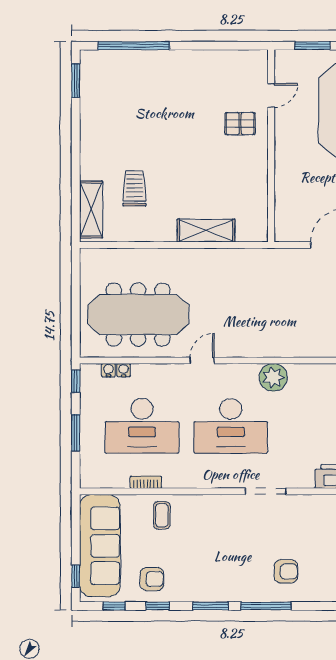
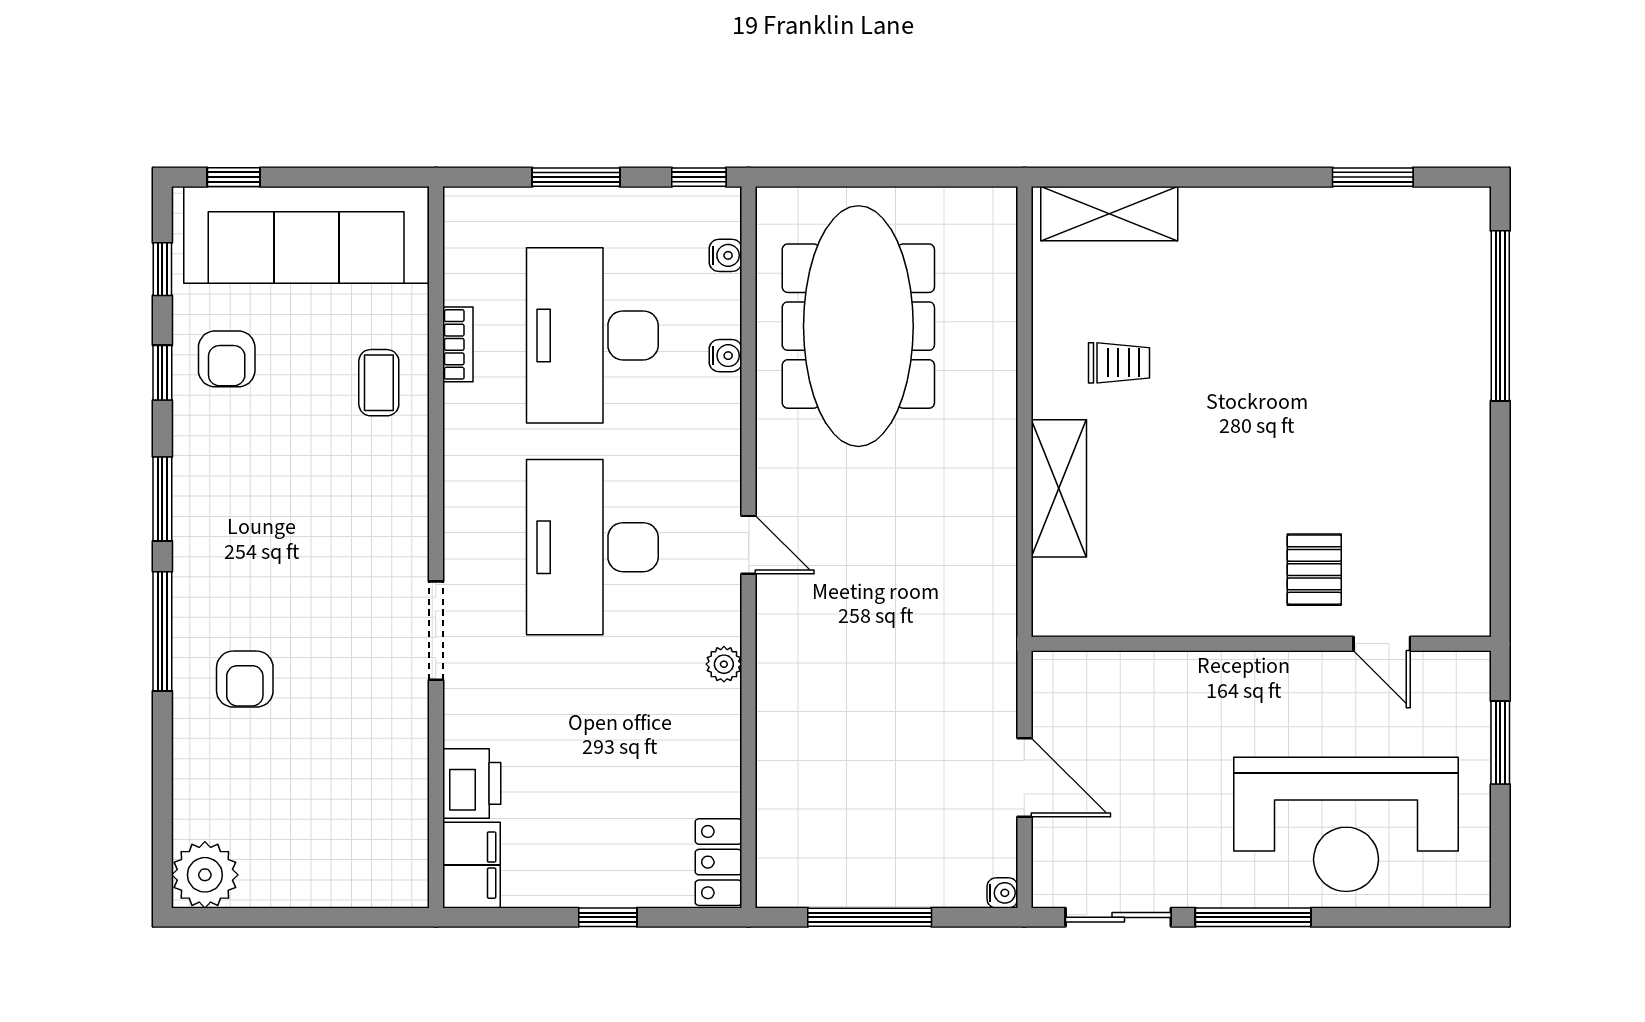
window: (76, 81) -> (1373, 177), moved
trolley: (135, 188) -> (1119, 363), moved, width x0.73, depth x0.72
door: (202, 360) -> (749, 545), moved
water cooler: (124, 370) -> (726, 356), moved
plant: (273, 377) -> (724, 664), width x0.53, depth x0.53
coffee table: (162, 515) -> (379, 383), turned 90

